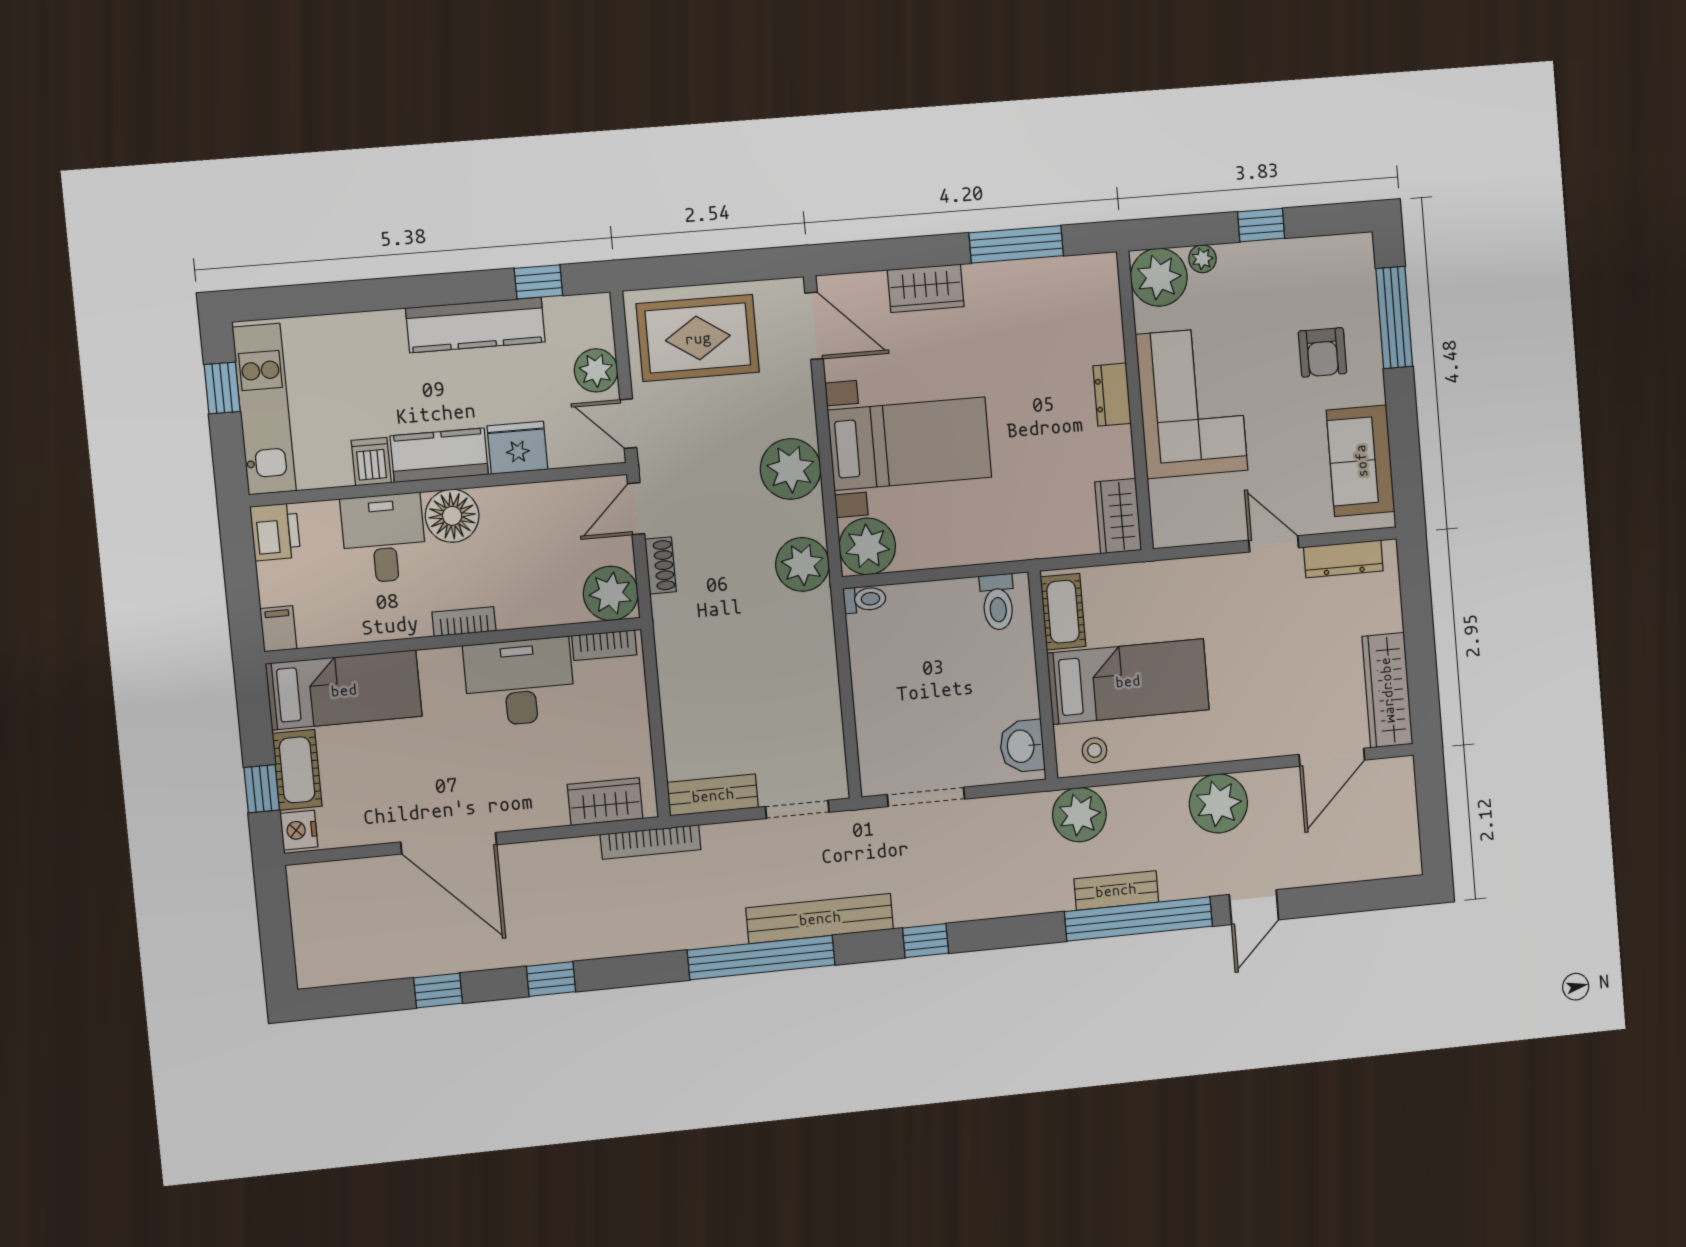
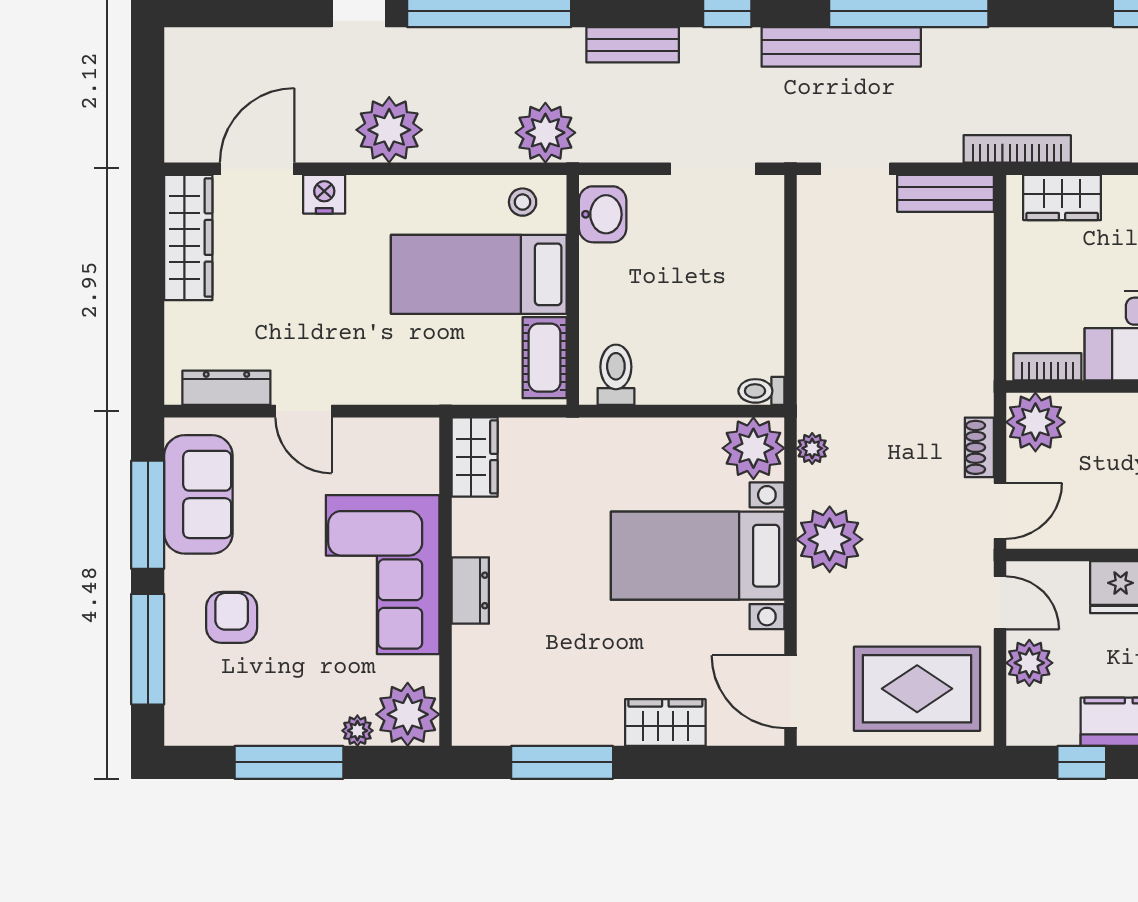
window: (1261, 225) -> (289, 762), width x2.17
window: (1404, 439) -> (148, 515), added
plant: (802, 564) -> (812, 448), width x0.53, depth x0.53
nightstand: (1271, 740) -> (324, 194), added
bench: (1116, 890) -> (633, 45), moved

